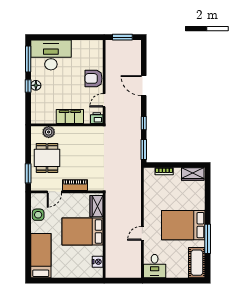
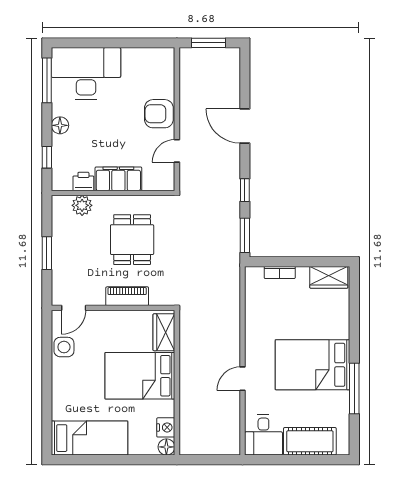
window: (28, 86) -> (47, 157), moved
printer: (97, 118) -> (83, 181), moved
dining table: (47, 158) -> (132, 240), moved
window: (28, 173) -> (47, 253), moved
door: (54, 192) -> (74, 308), moved
bed: (41, 256) -> (90, 438), moved, turned 90
cot: (197, 263) -> (310, 441), moved, turned 90
floor lamp: (98, 273) -> (166, 447), added

